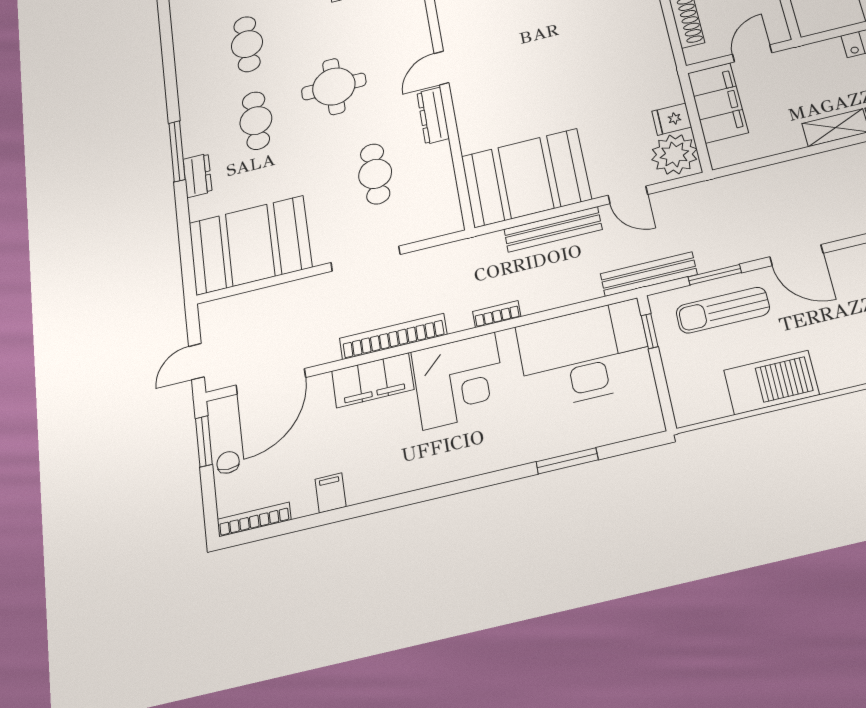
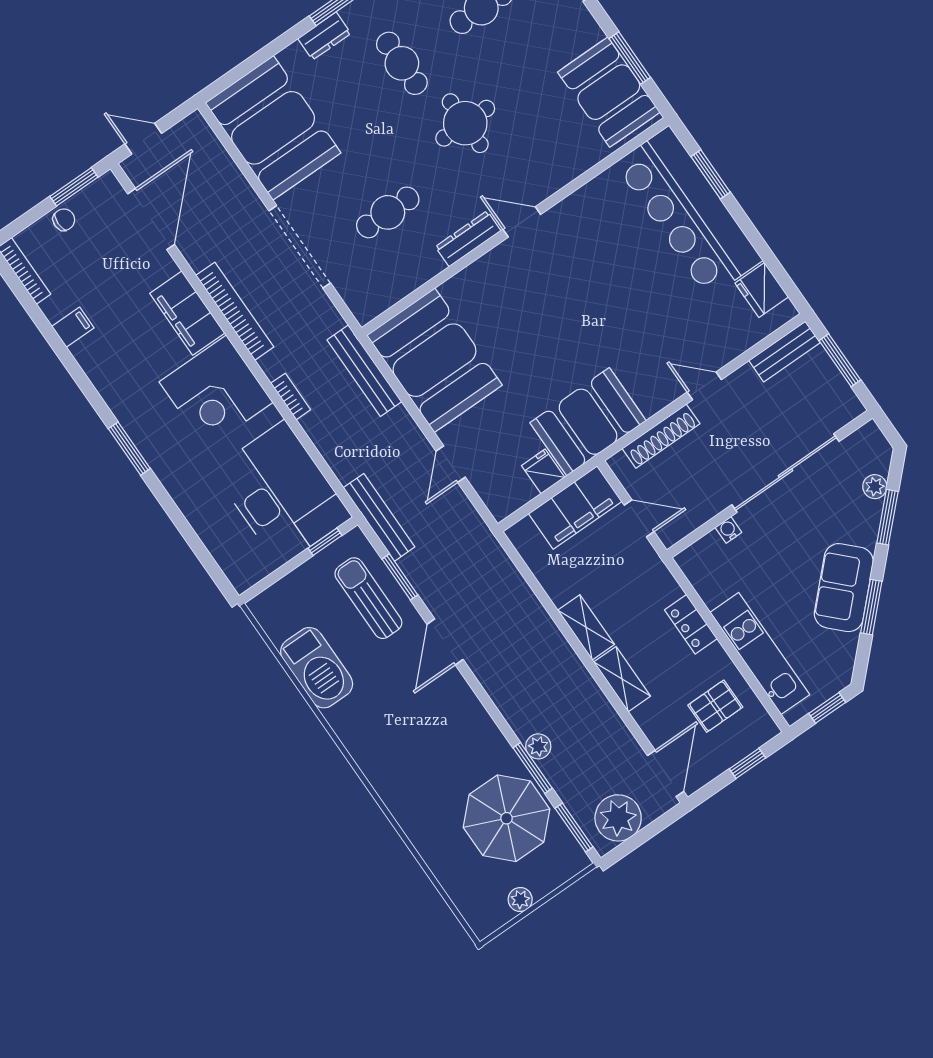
booth: (644, 69) -> (588, 422), added
cafe table: (256, 121) -> (402, 63), turned 90
plant: (674, 154) -> (507, 490), removed
bench: (553, 229) -> (364, 371), moved
doorway: (366, 259) -> (300, 247), width x1.36
door: (271, 381) -> (151, 219), swing flipped
window: (567, 461) -> (129, 449), moved

